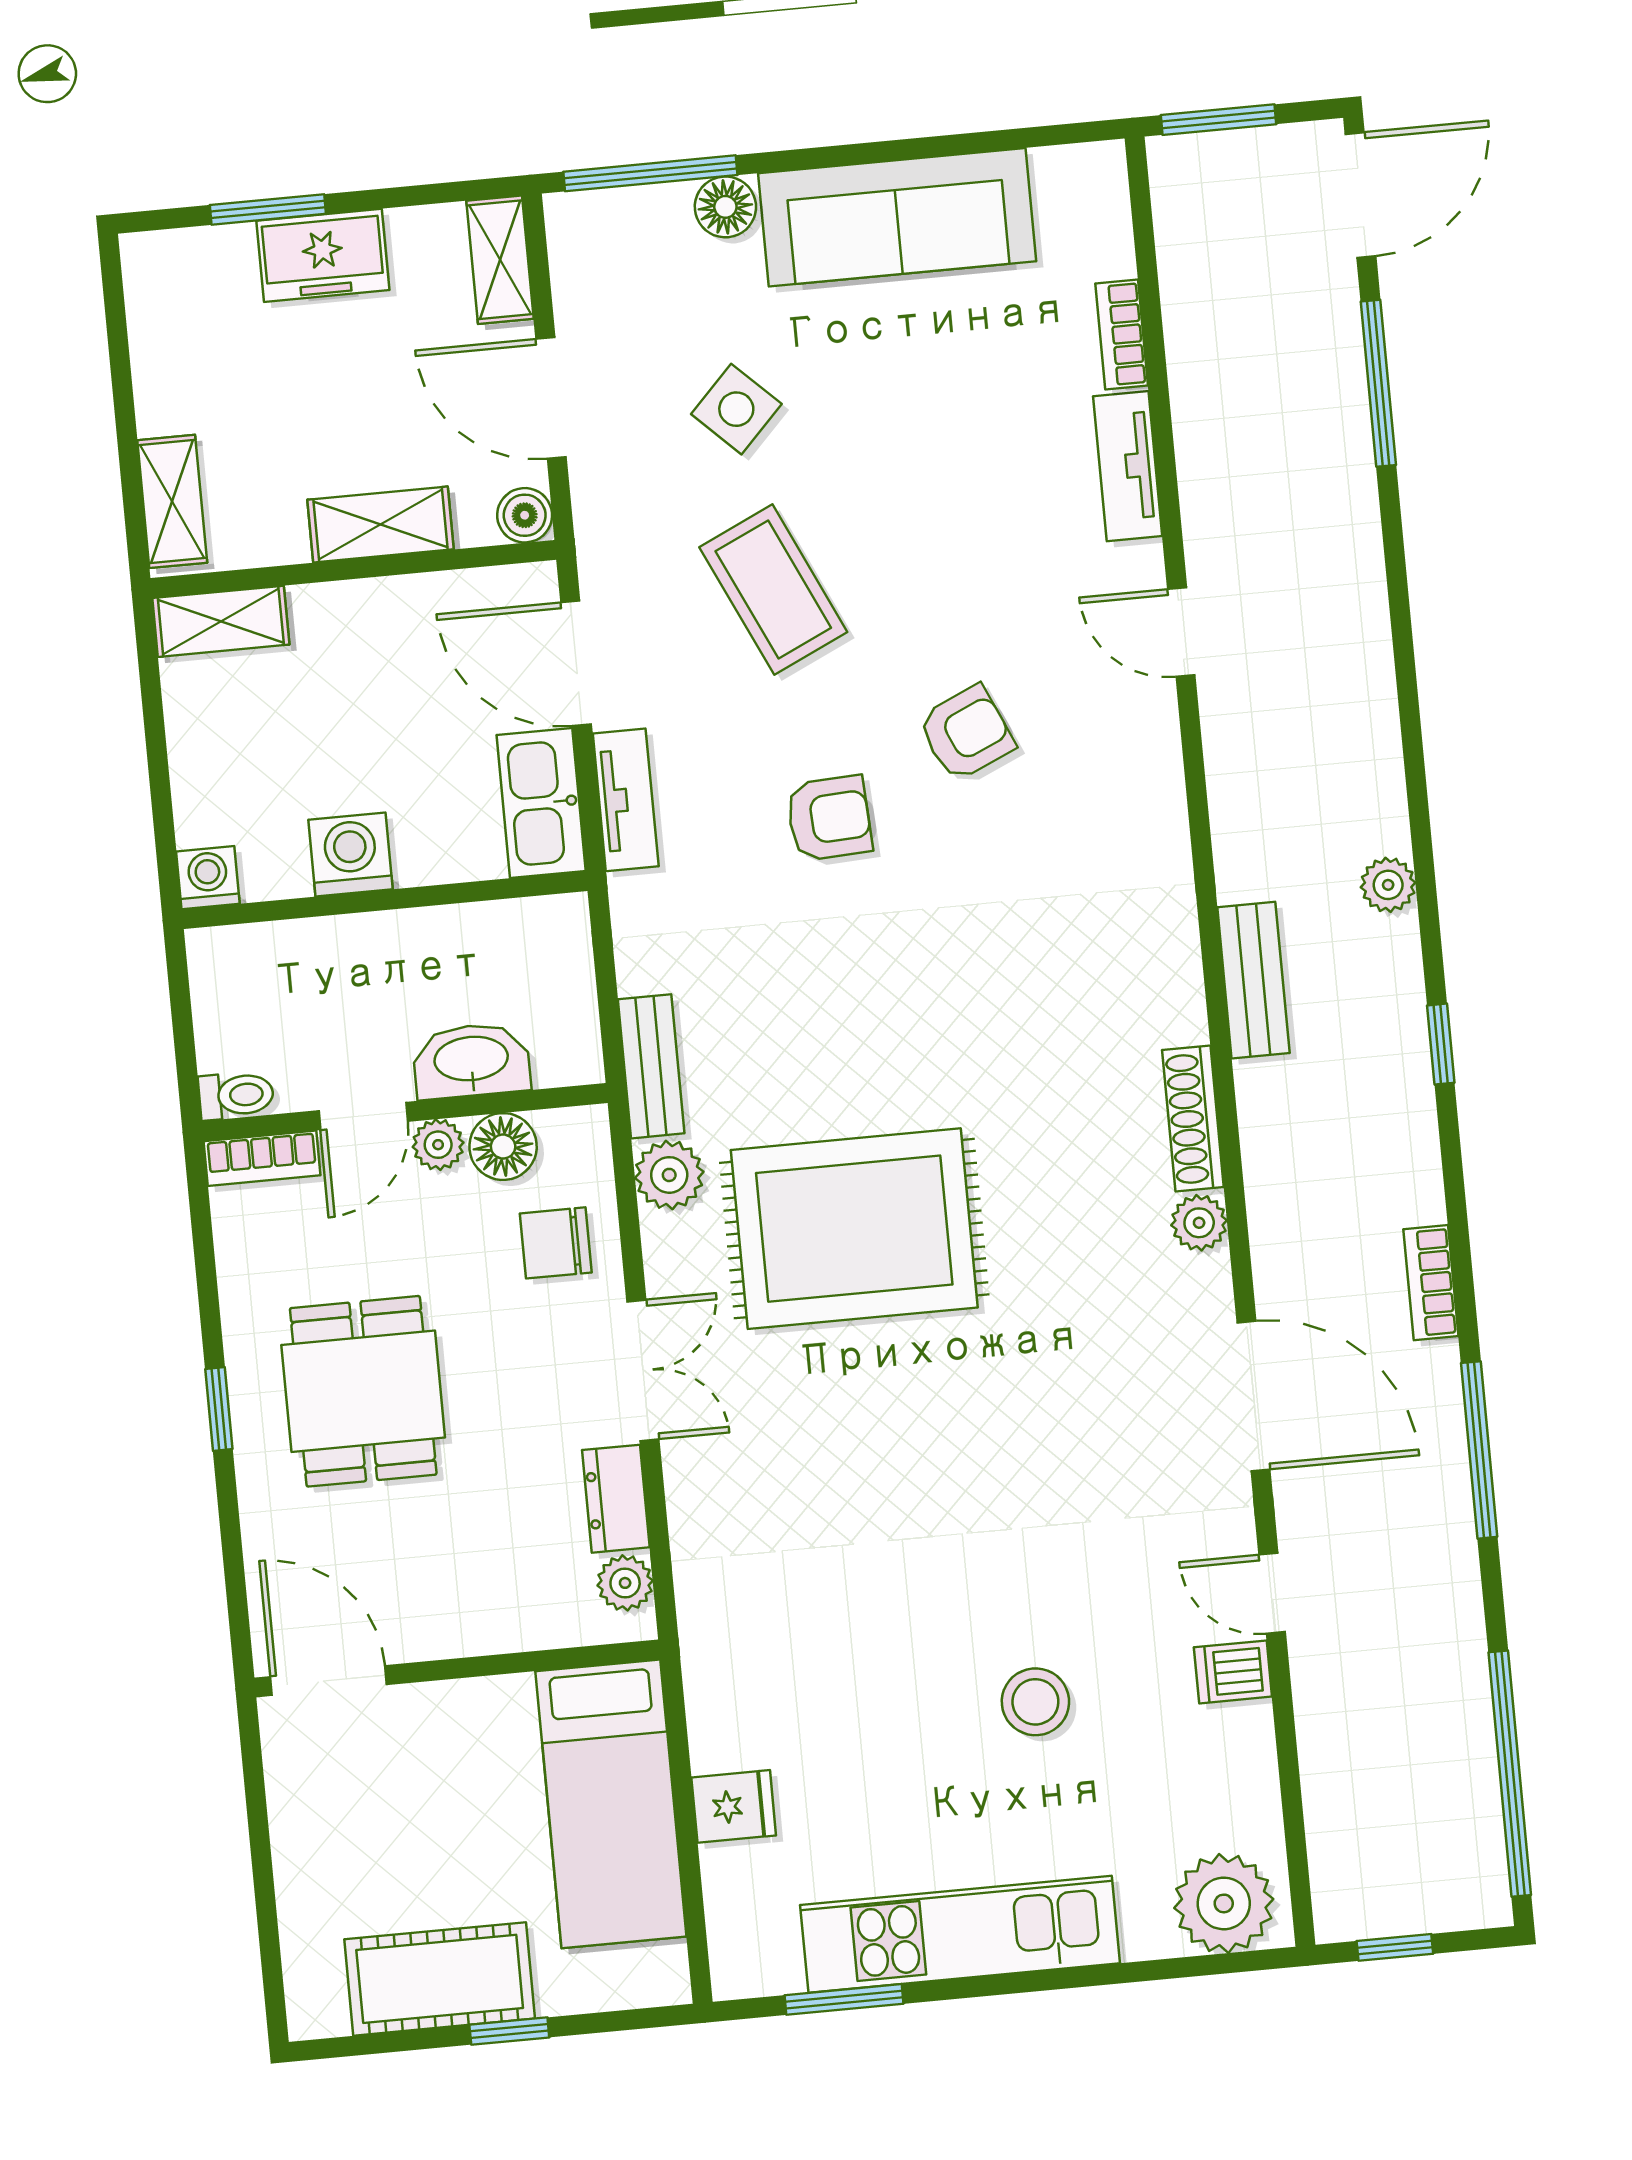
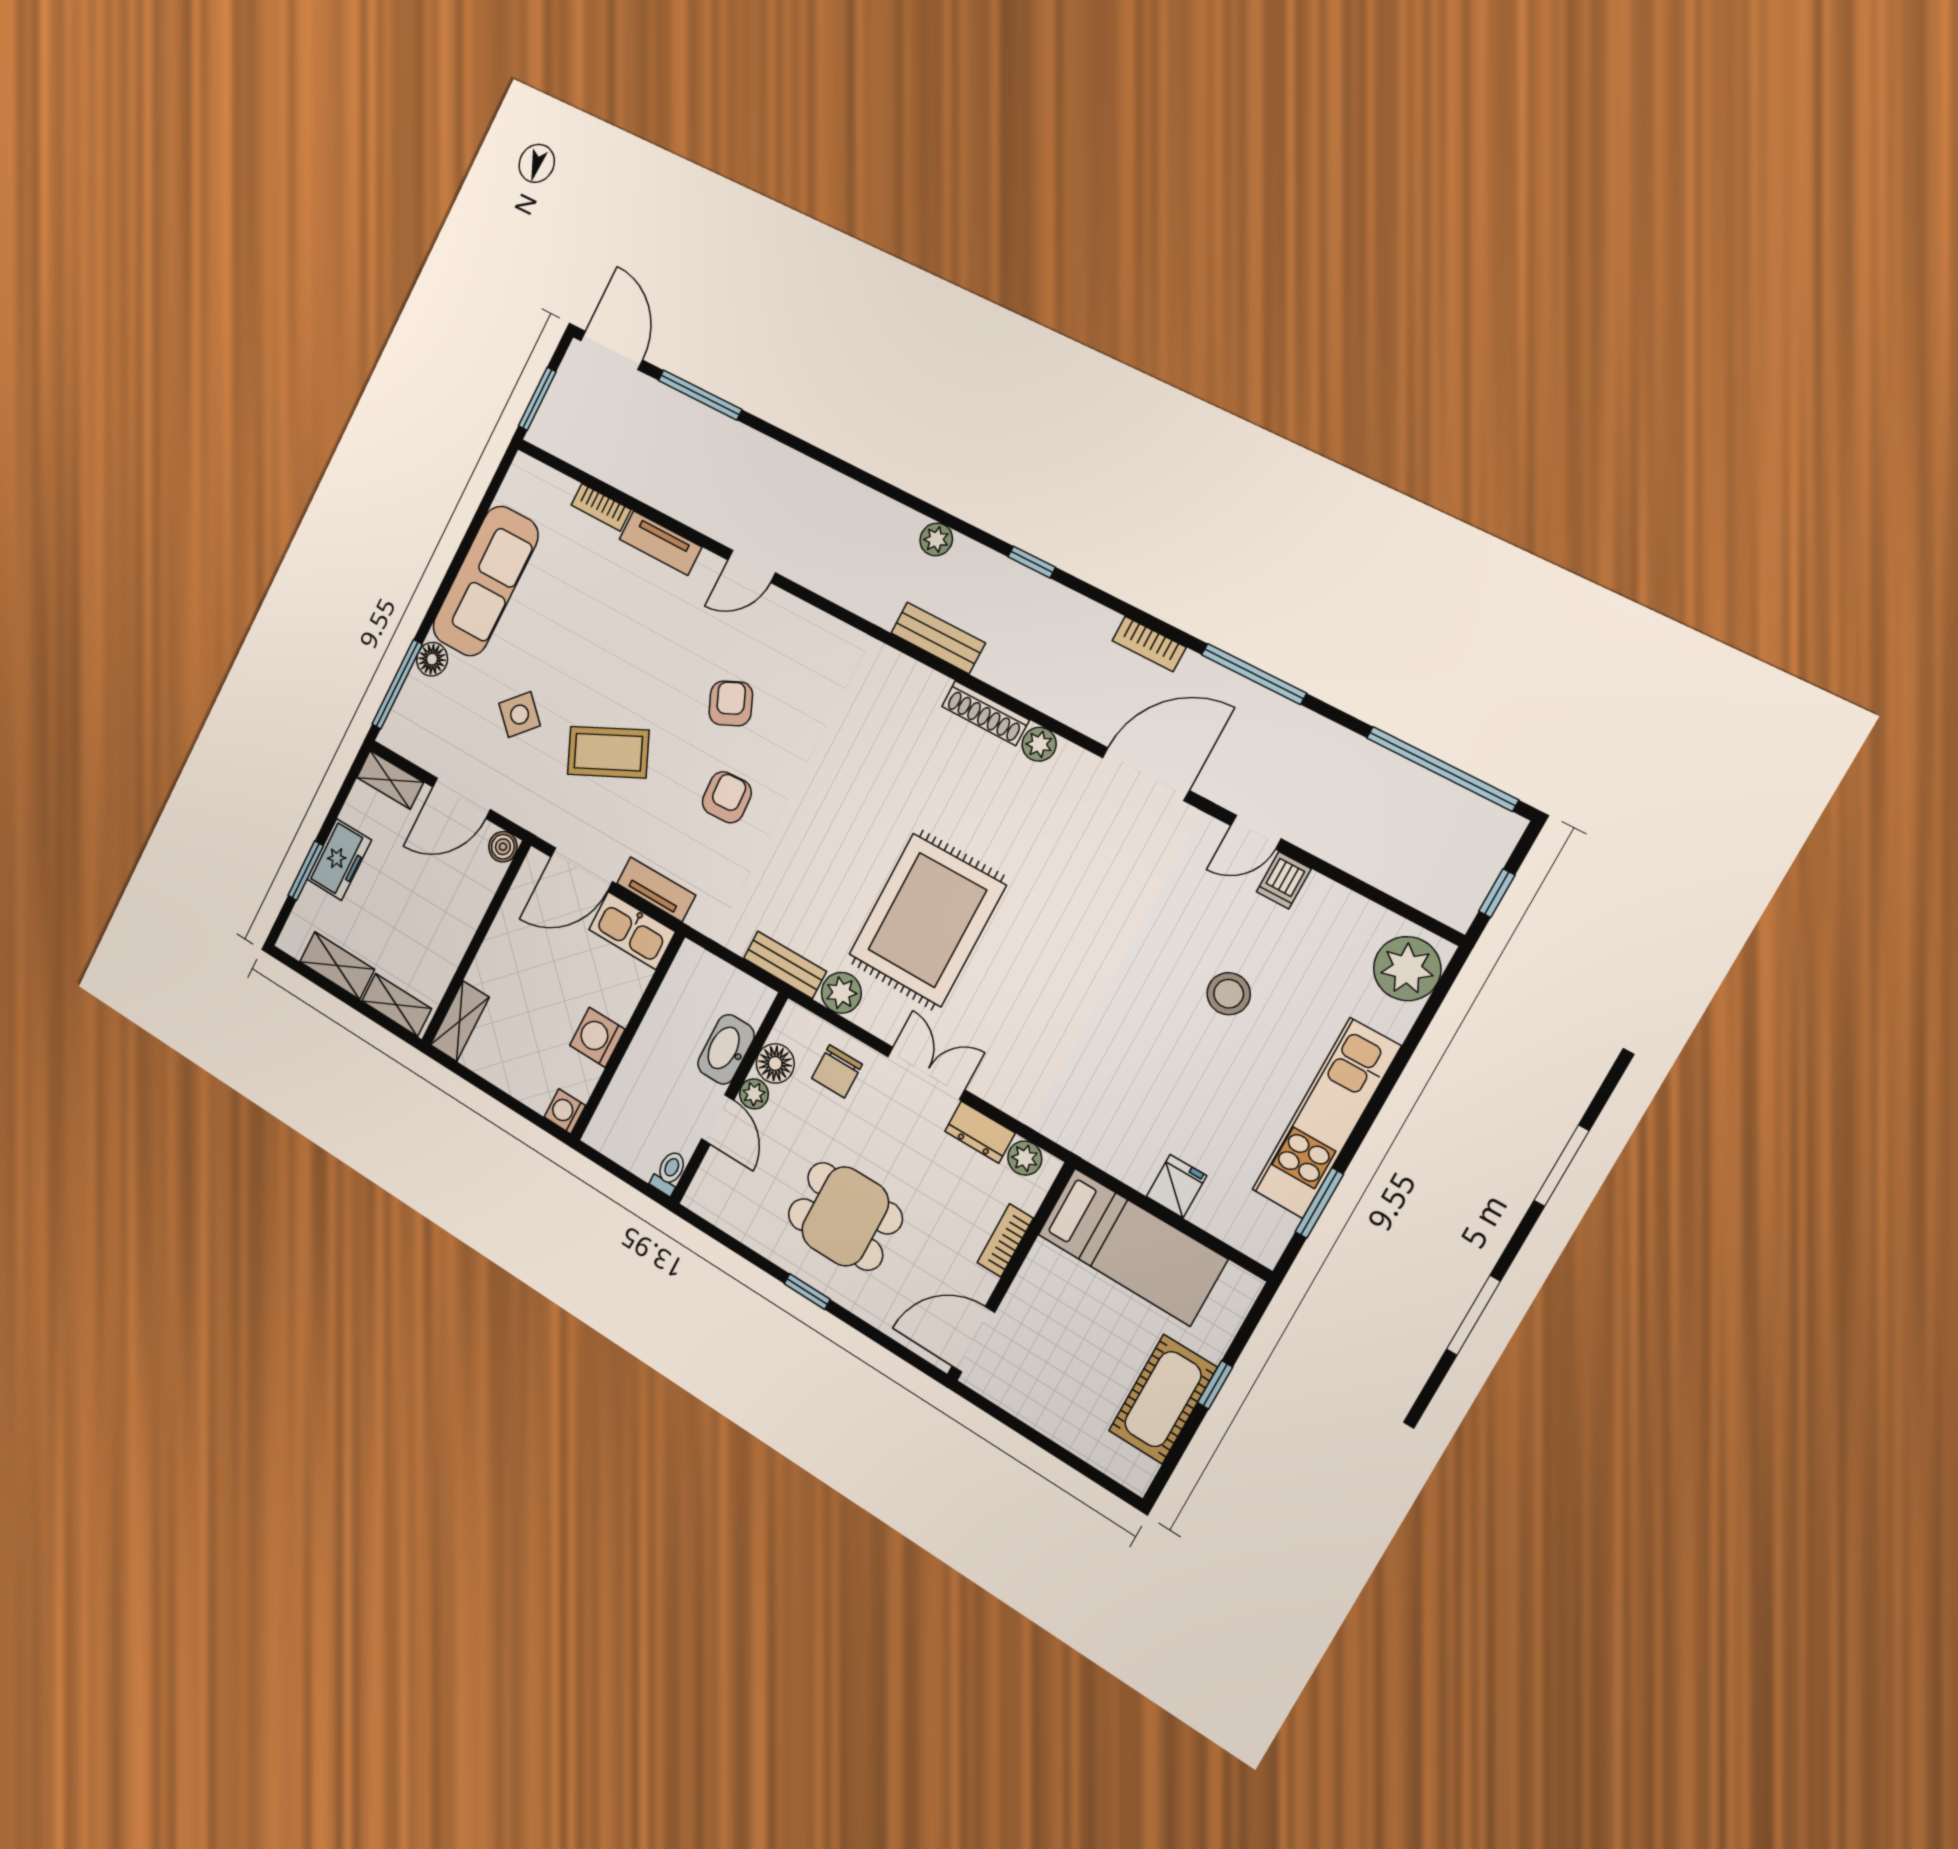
shelving: (381, 525) -> (337, 966), moved, turned 90
bookcase: (262, 1158) -> (1005, 1240), moved, turned 180

